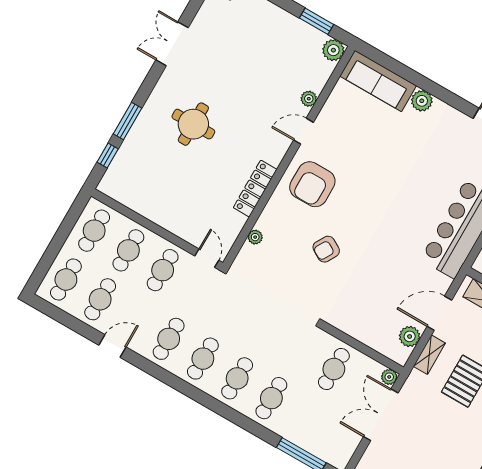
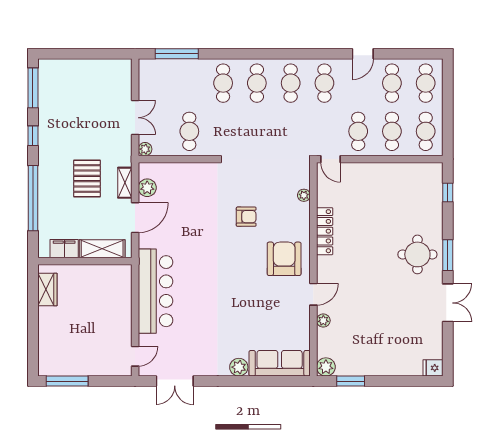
window: (128, 121) -> (448, 255), moved
round table: (193, 124) -> (417, 254), moved
armchair: (326, 249) -> (246, 217), turned 60
double door: (381, 415) -> (135, 118), width x0.73

